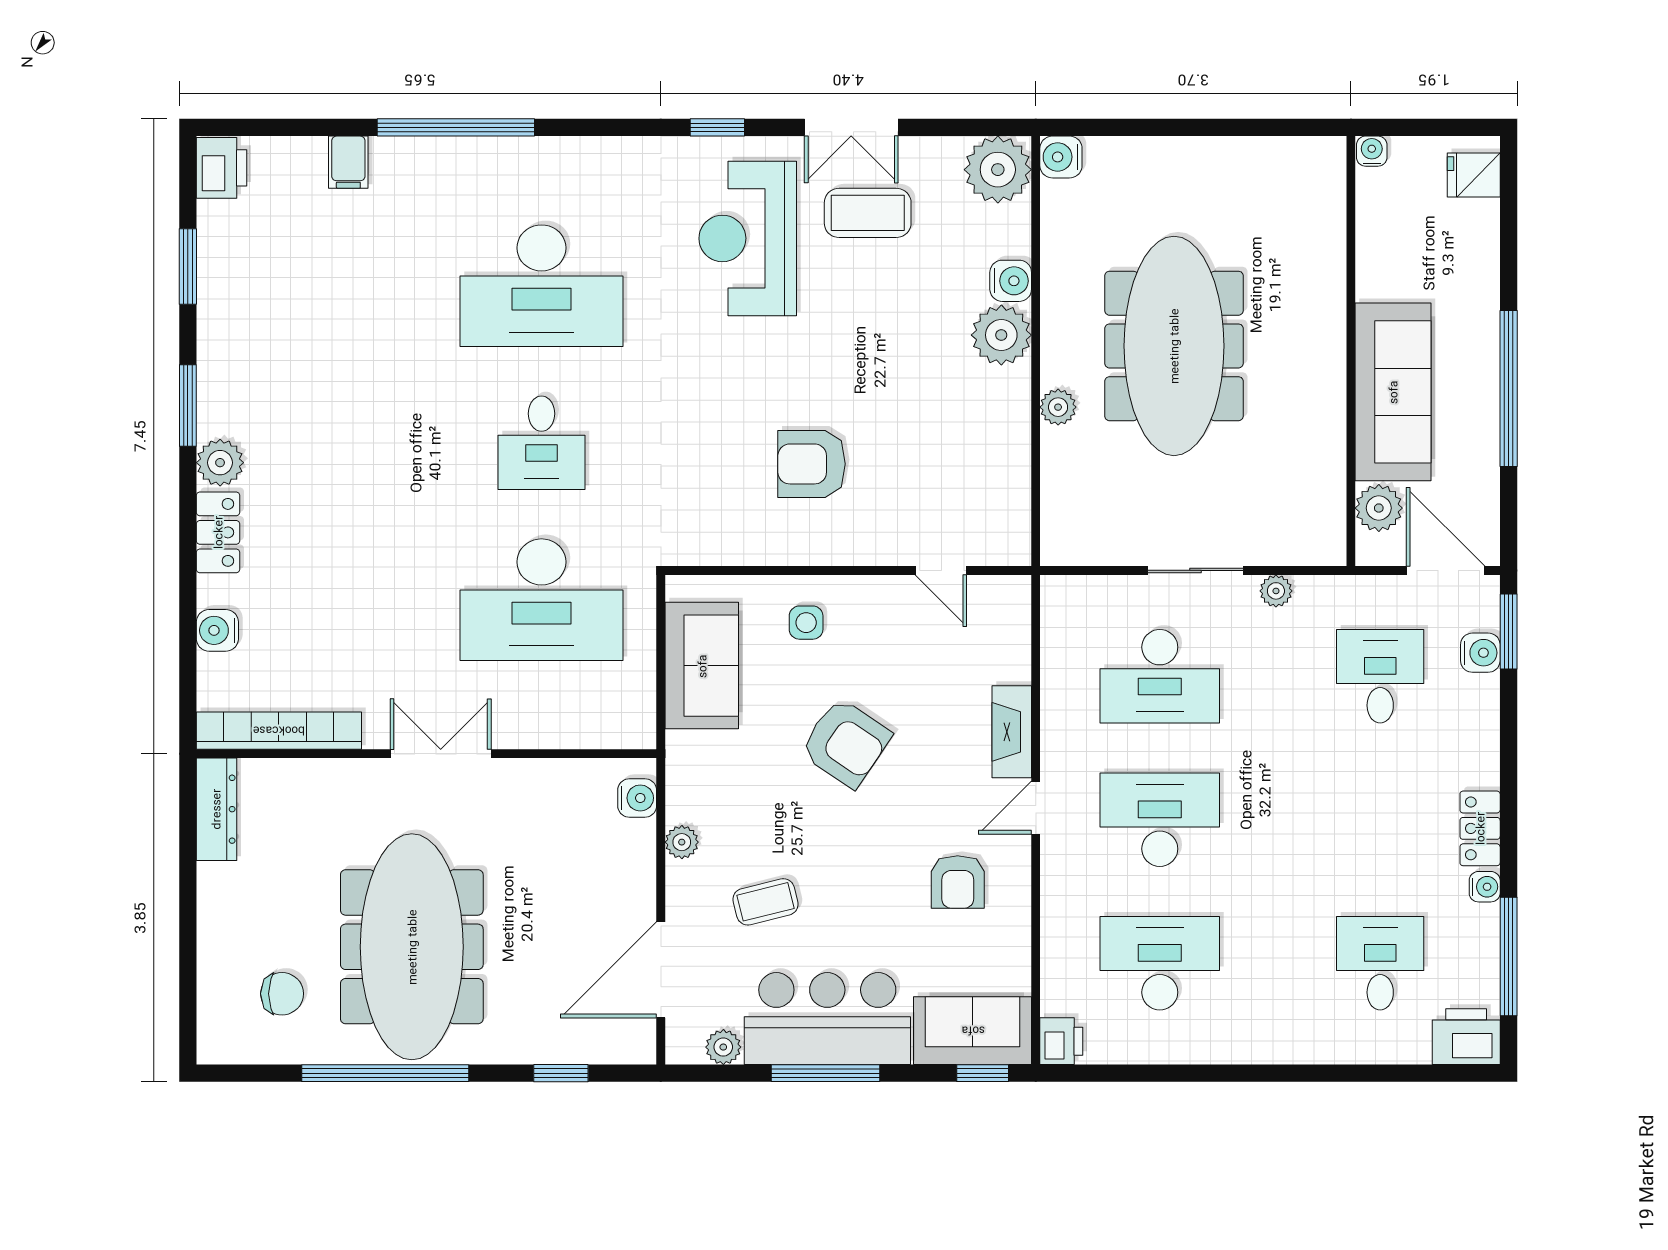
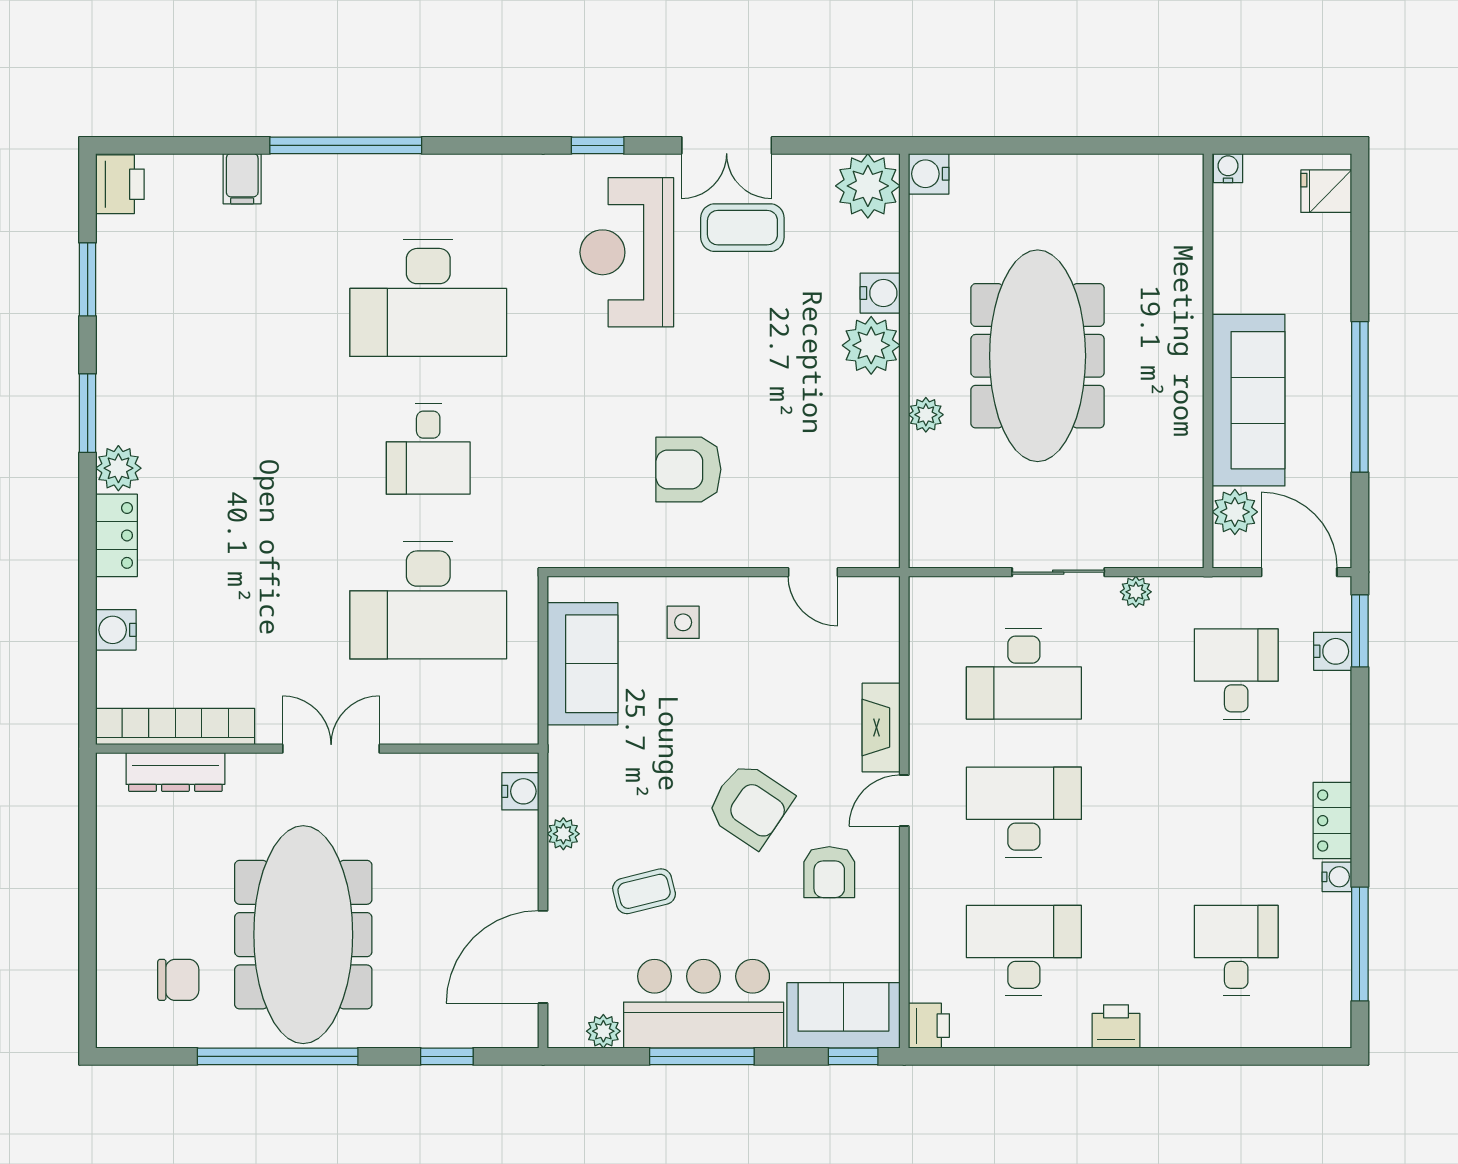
armchair: (846, 743) -> (750, 805), moved
dresser: (216, 809) -> (175, 772), moved, turned 90
printer: (1466, 1037) -> (1116, 1026), moved, width x0.73, depth x0.81

